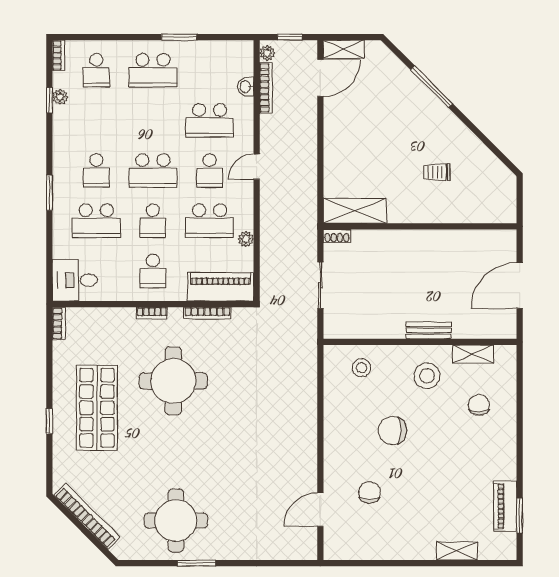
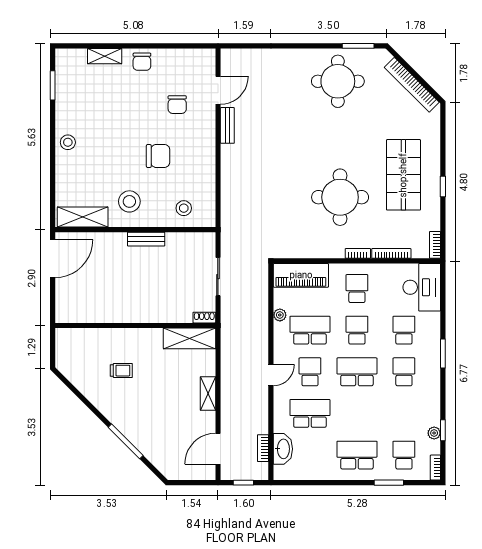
window: (179, 37) -> (389, 483), moved
shelving: (344, 49) -> (208, 394), moved, turned 90
plant: (267, 53) -> (262, 469), removed
washbasin: (246, 87) -> (283, 449), width x1.91, depth x1.45
bookcase: (266, 88) -> (263, 448), width x0.64
school desk: (96, 221) -> (404, 330), width x0.54
desk: (75, 280) -> (422, 287), width x1.37
door: (520, 286) -> (53, 259), moved
bookcase: (207, 313) -> (391, 253), moved
bench: (429, 330) -> (146, 239), moved
shelving: (473, 354) -> (83, 217), width x1.50, depth x1.33
chair: (479, 405) -> (142, 62), moved
window: (49, 421) -> (443, 187), moved
stool: (501, 447) -> (68, 142), added
bench: (309, 467) -> (227, 125), added
piano: (505, 506) -> (64, 93), removed
window: (196, 563) -> (358, 46), moved

